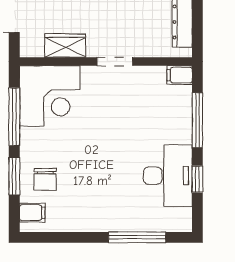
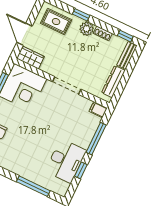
wardrobe: (65, 45) -> (30, 57), moved
doorway: (115, 61) -> (67, 85), width x1.38

